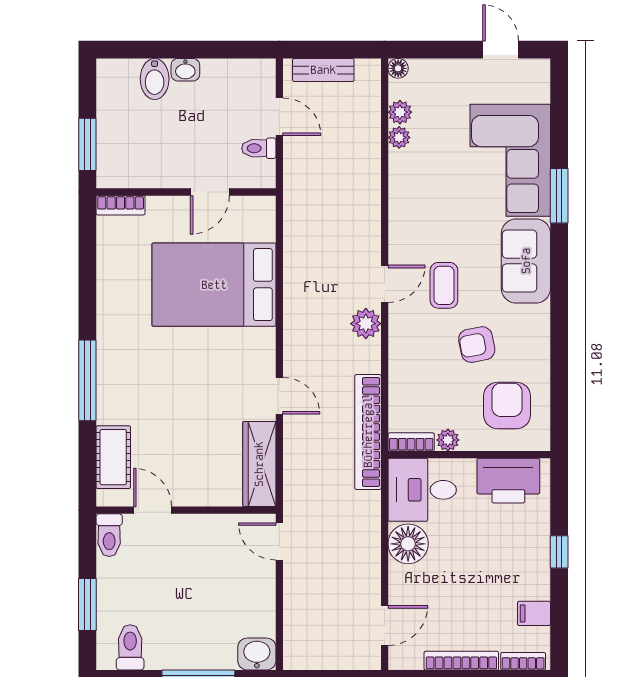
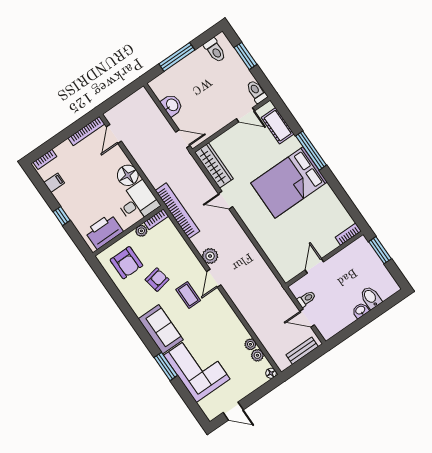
bed: (214, 285) -> (289, 183), moved, turned 180
washbasin: (257, 654) -> (172, 105), moved, turned -90
bookcase: (461, 661) -> (86, 131), moved

